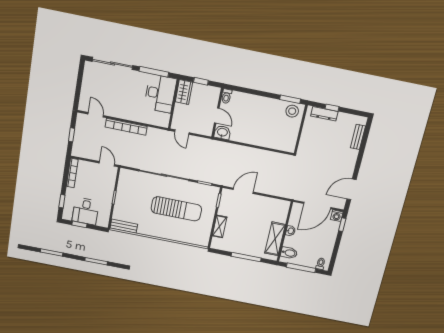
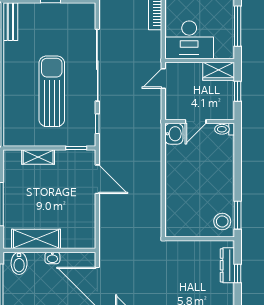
desk: (160, 94) -> (189, 40), moved
sun lounger: (176, 209) -> (52, 91), turned 180

